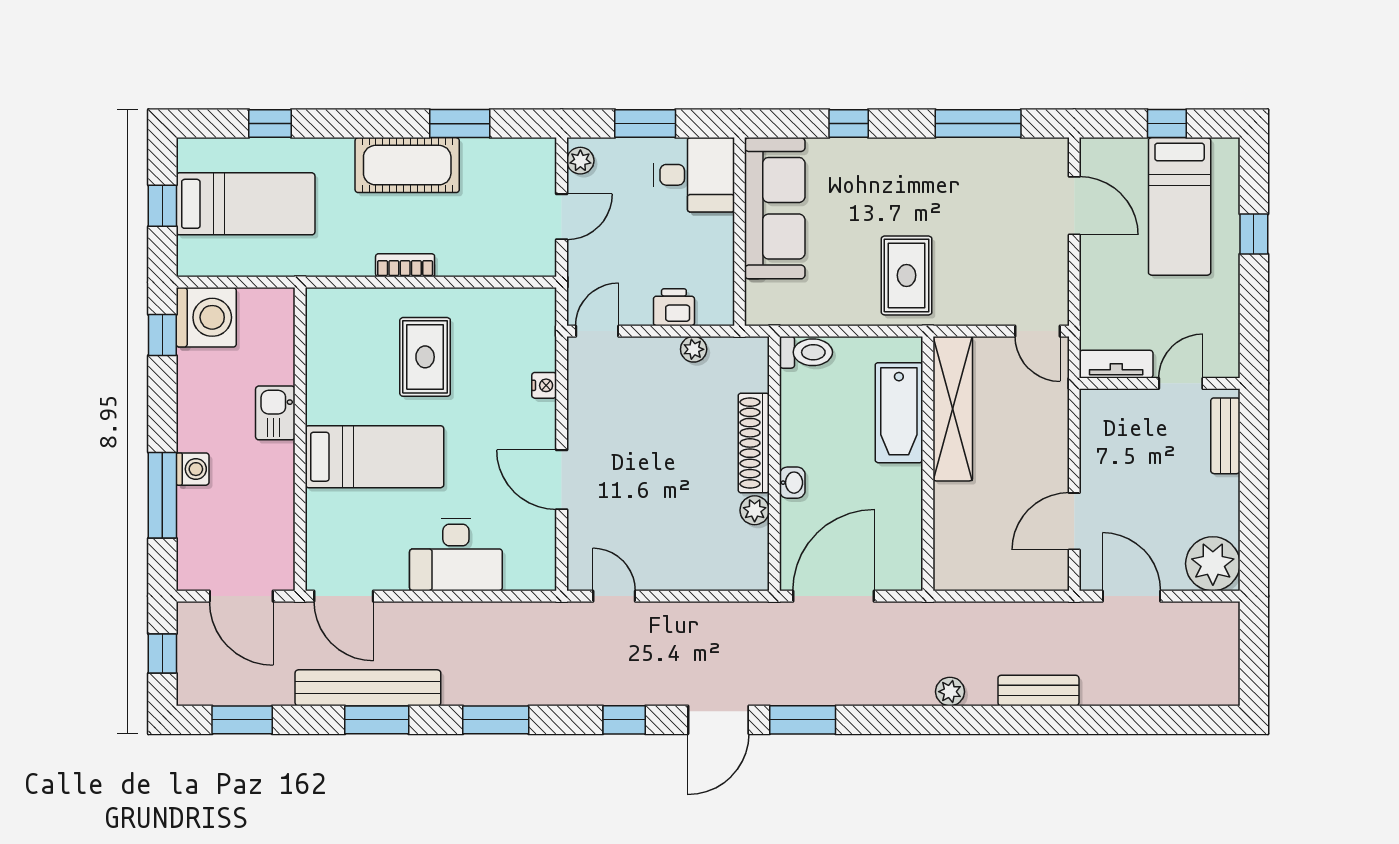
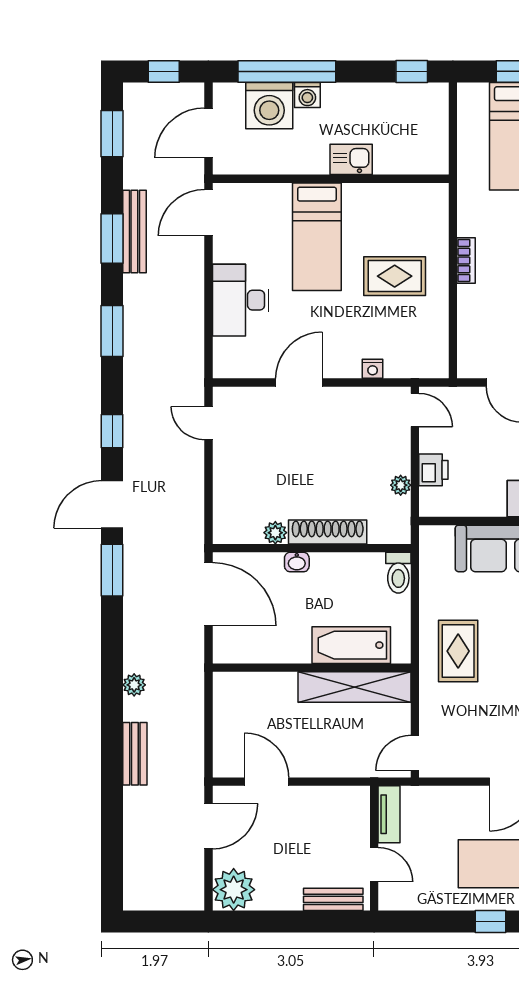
rug: (907, 275) -> (458, 651), turned 90
washing machine: (206, 317) -> (269, 106), moved
window: (162, 495) -> (287, 71), width x1.46
door: (614, 596) -> (208, 423), swing flipped
bench: (368, 688) -> (134, 232), width x0.73, depth x0.82
door: (718, 720) -> (112, 504), hinge flipped

